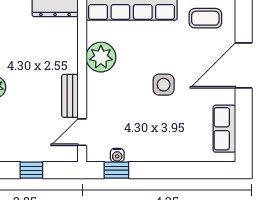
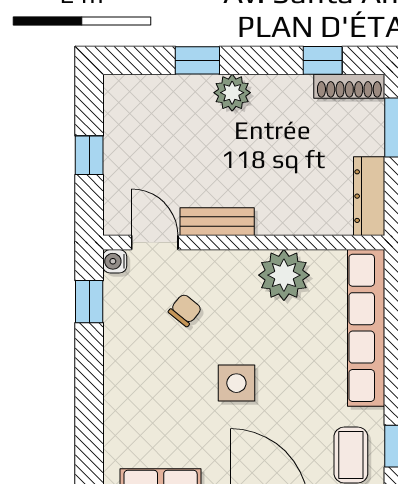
chair: (121, 115) -> (185, 310), added
water cooler: (117, 155) -> (115, 261), moved

